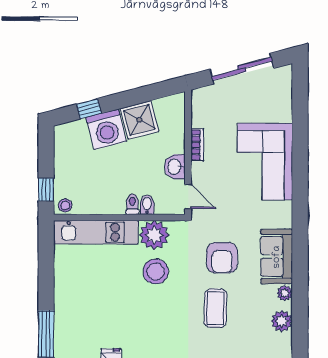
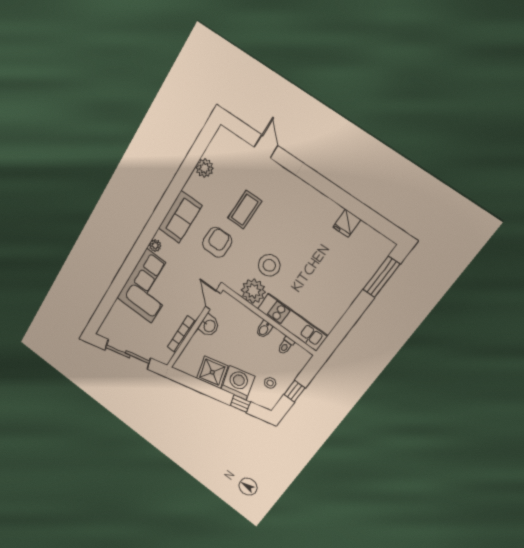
bookcase: (197, 145) -> (182, 334), width x1.56
window: (46, 190) -> (294, 391), moved
toilet: (132, 204) -> (286, 346), moved
stool: (65, 205) -> (270, 383), moved
bidet: (147, 205) -> (264, 329), moved
plant: (285, 293) -> (155, 245), moved

